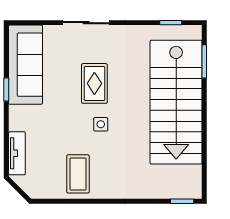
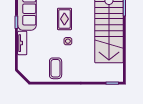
tv unit: (17, 153) -> (22, 43), moved

